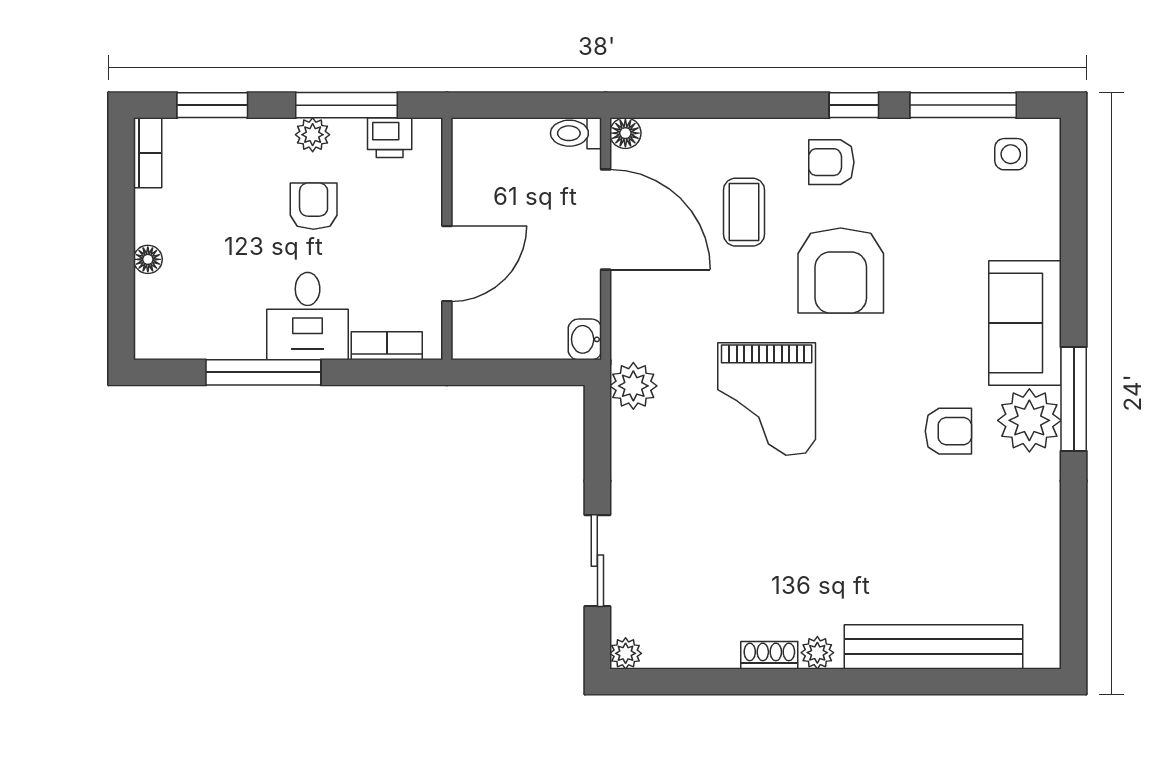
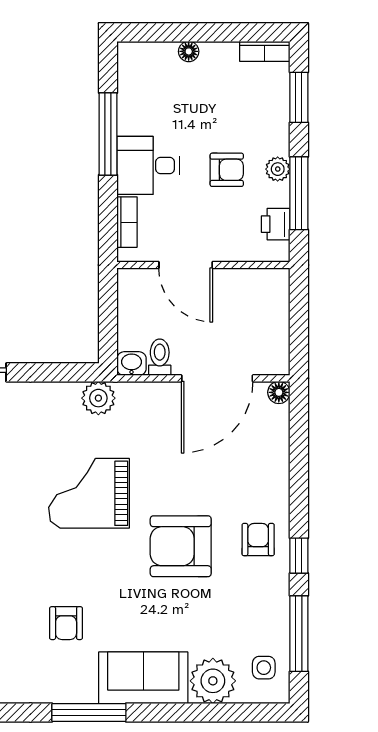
toilet: (576, 133) -> (160, 357), moved
coffee table: (744, 212) -> (222, 477), removed
plant: (1029, 420) -> (213, 681), moved

